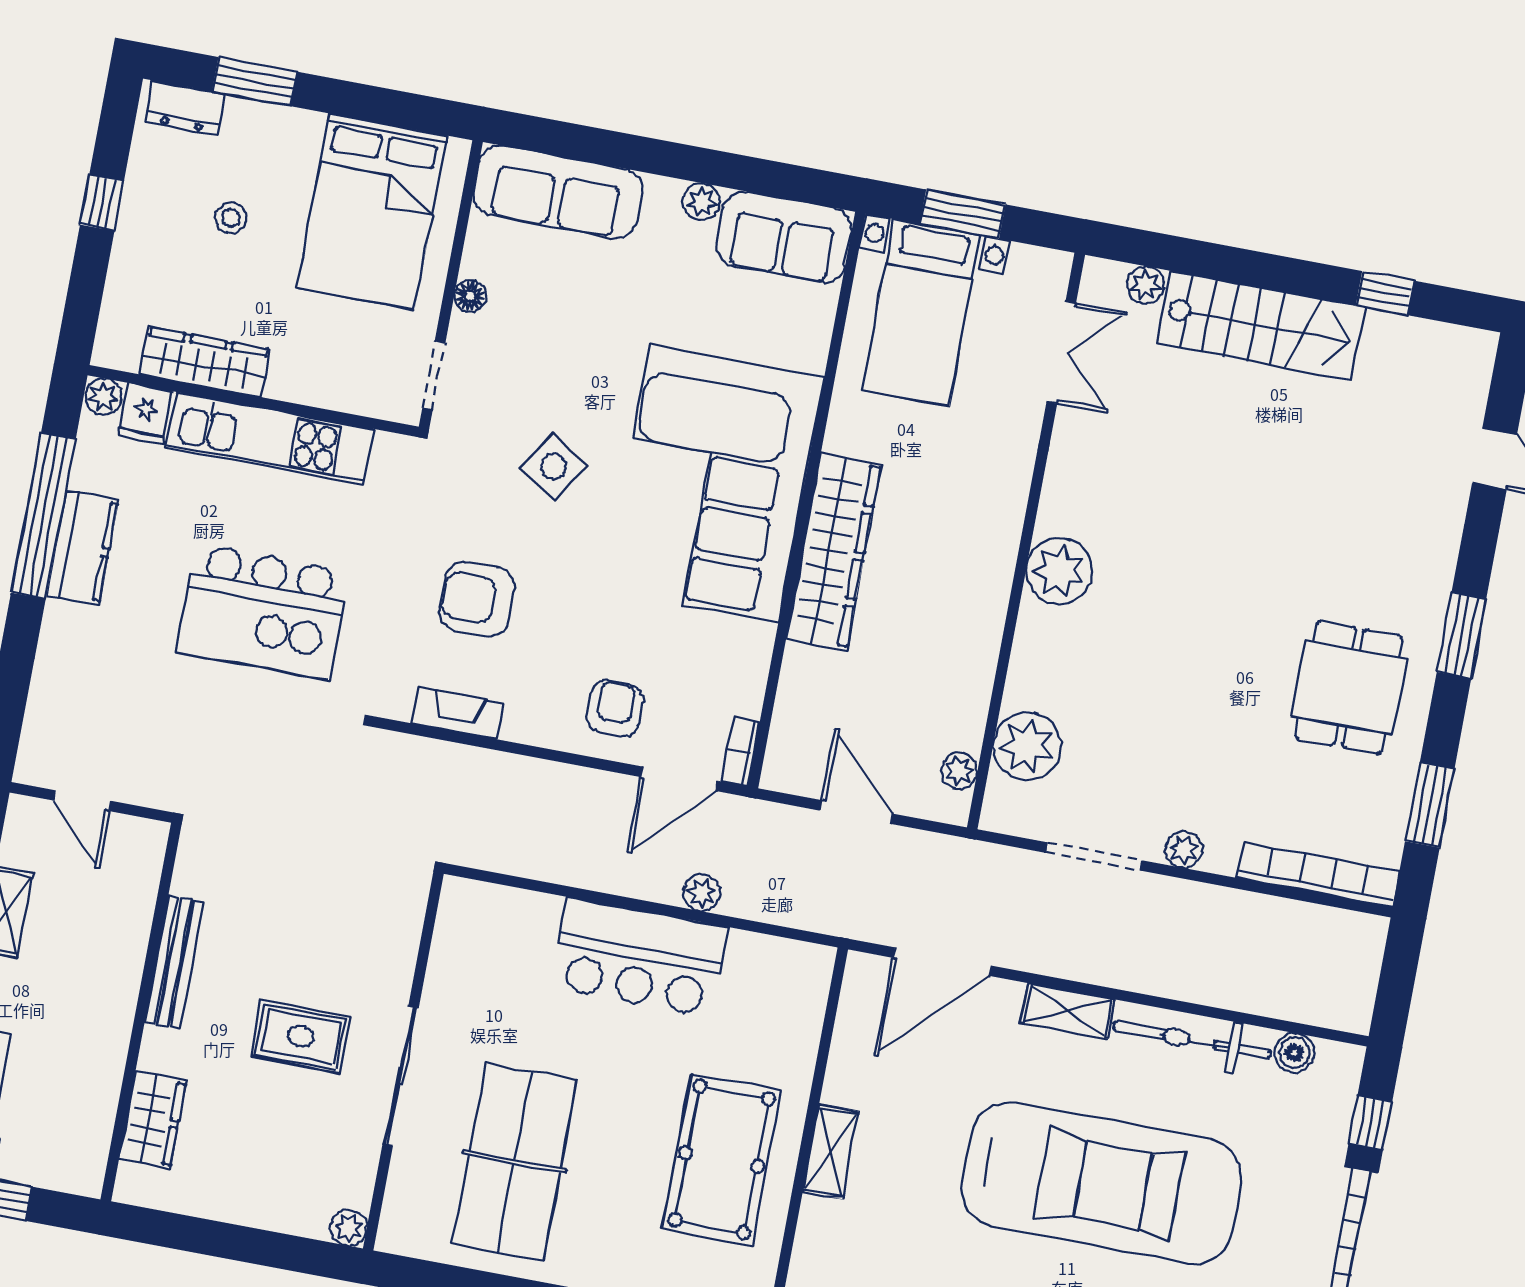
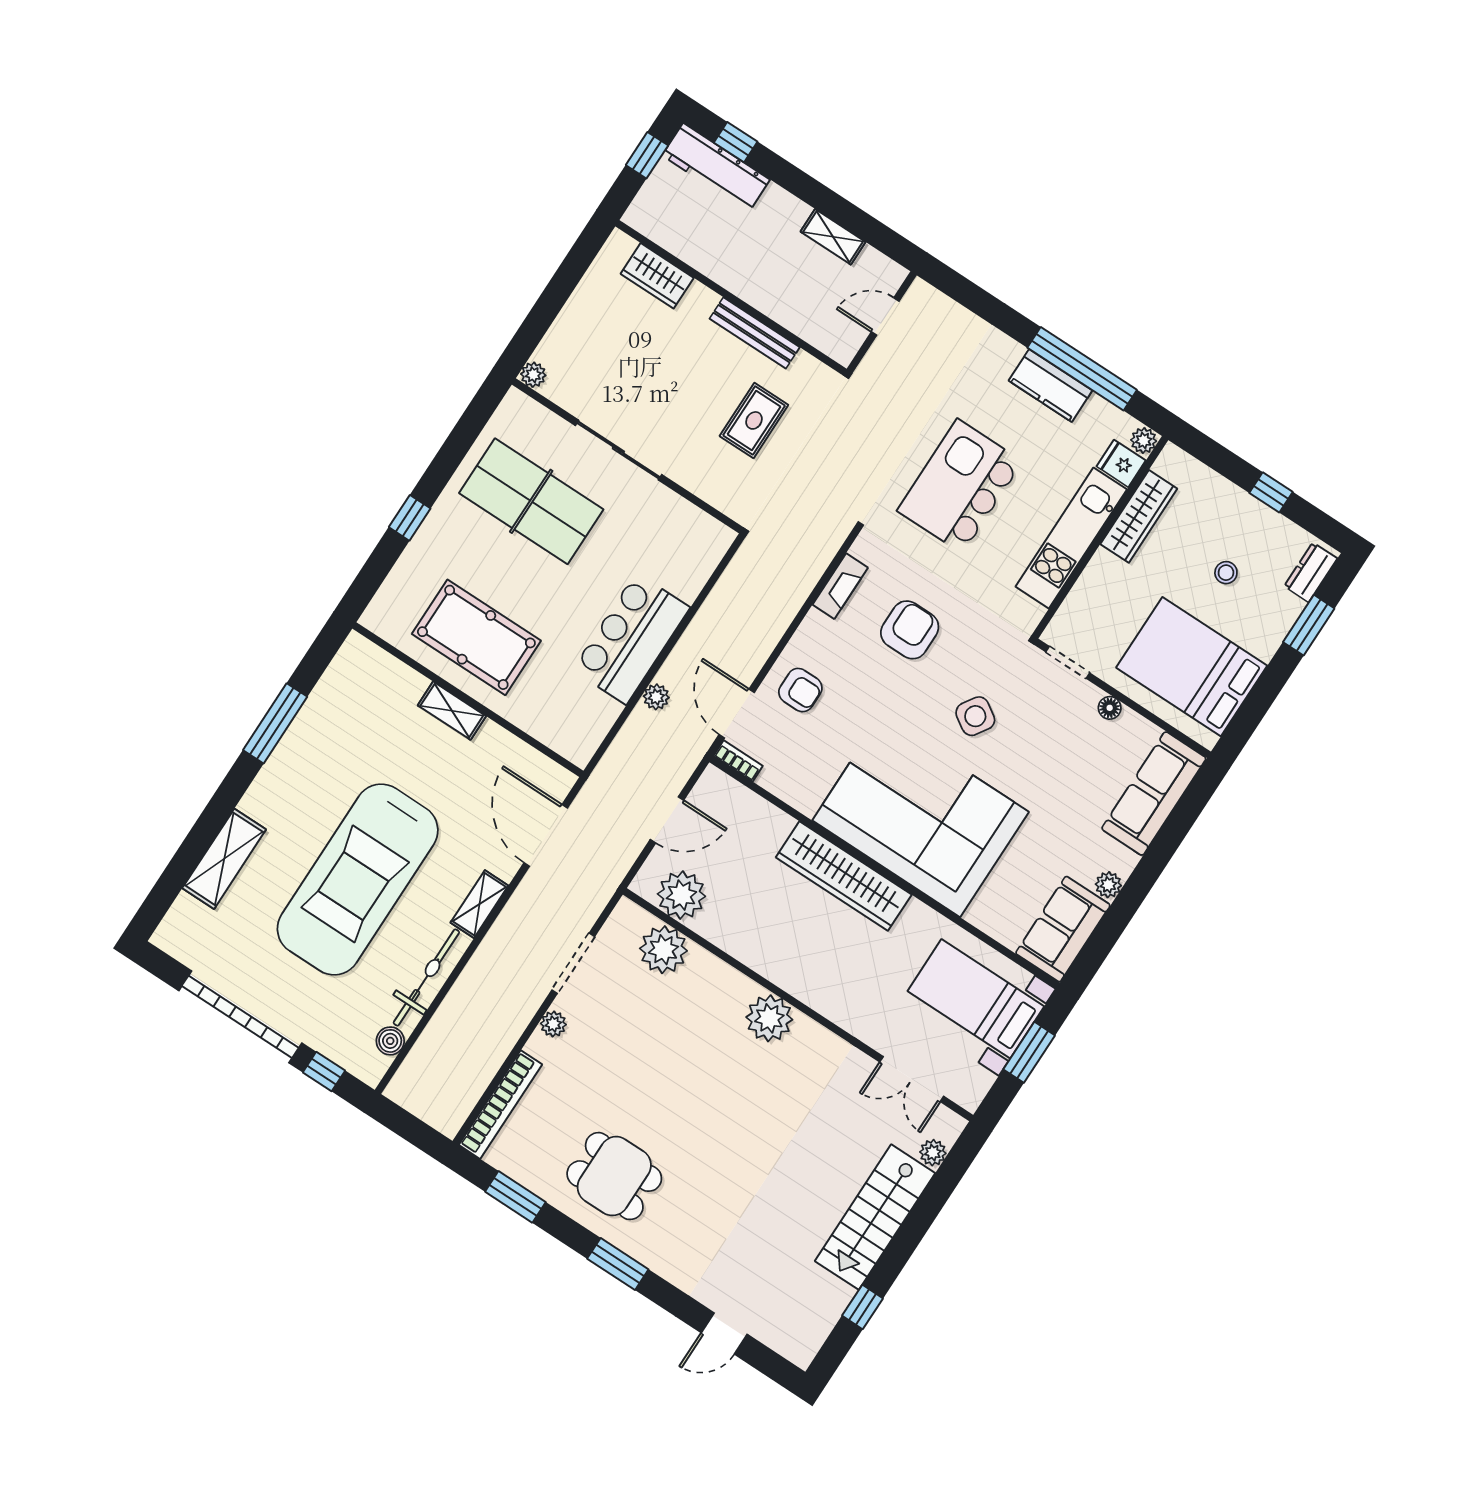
plant: (959, 771) -> (681, 895), width x1.88, depth x1.88
rug: (301, 1036) -> (754, 420), moved

